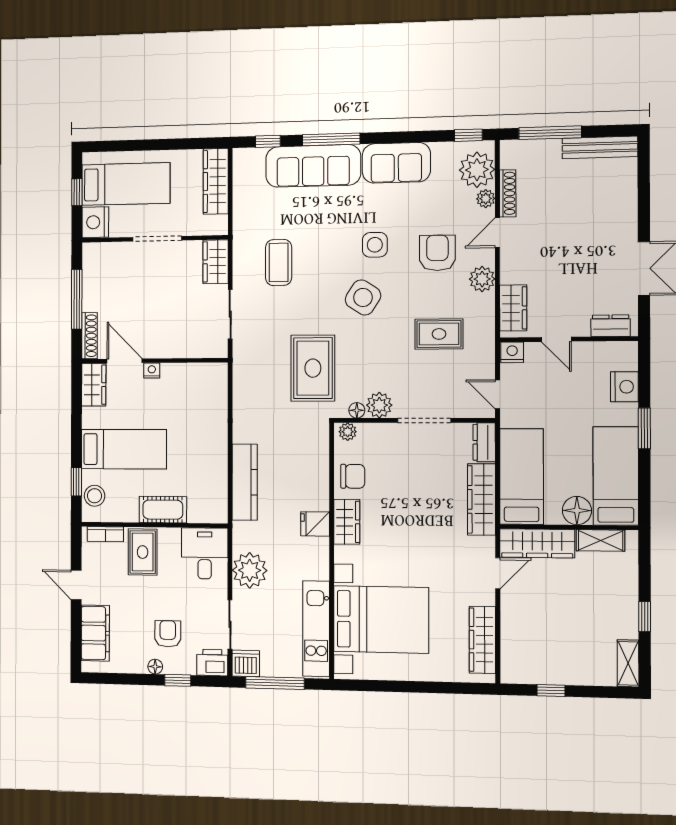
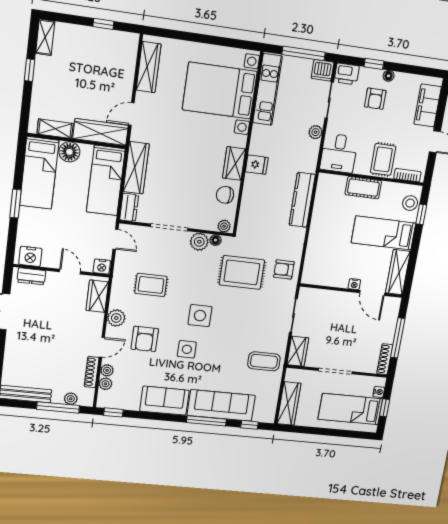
plant: (533, 149) -> (71, 399), added
plant: (477, 170) -> (105, 384), width x0.53, depth x0.53
nightstand: (95, 222) -> (379, 392), width x0.53, depth x0.56
coffee table: (279, 262) -> (264, 361), moved, turned 90
side table: (363, 297) -> (200, 316), turned -33
shoe rack: (89, 336) -> (385, 359), moved
rug: (313, 368) -> (242, 272), turned 90
armchair: (254, 380) -> (284, 269), added
wardrobe: (94, 385) -> (398, 272), width x1.50
nightstand: (624, 387) -> (30, 256), moved, turned -90
plant: (250, 570) -> (316, 132), width x0.53, depth x0.53

